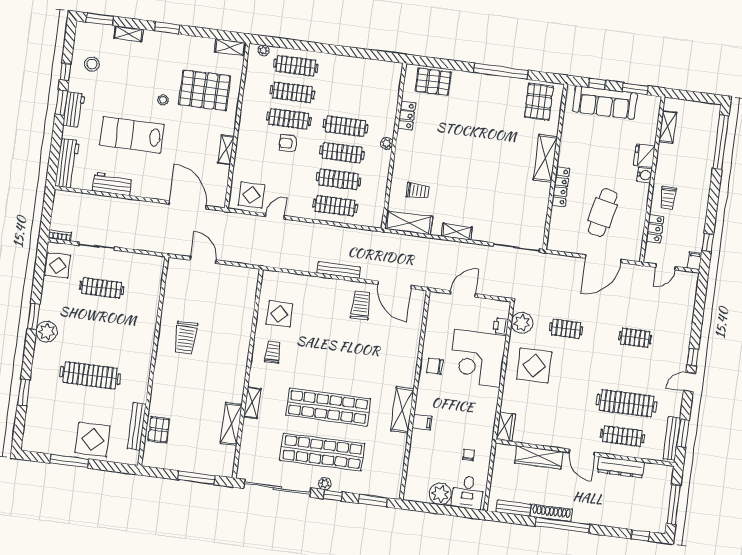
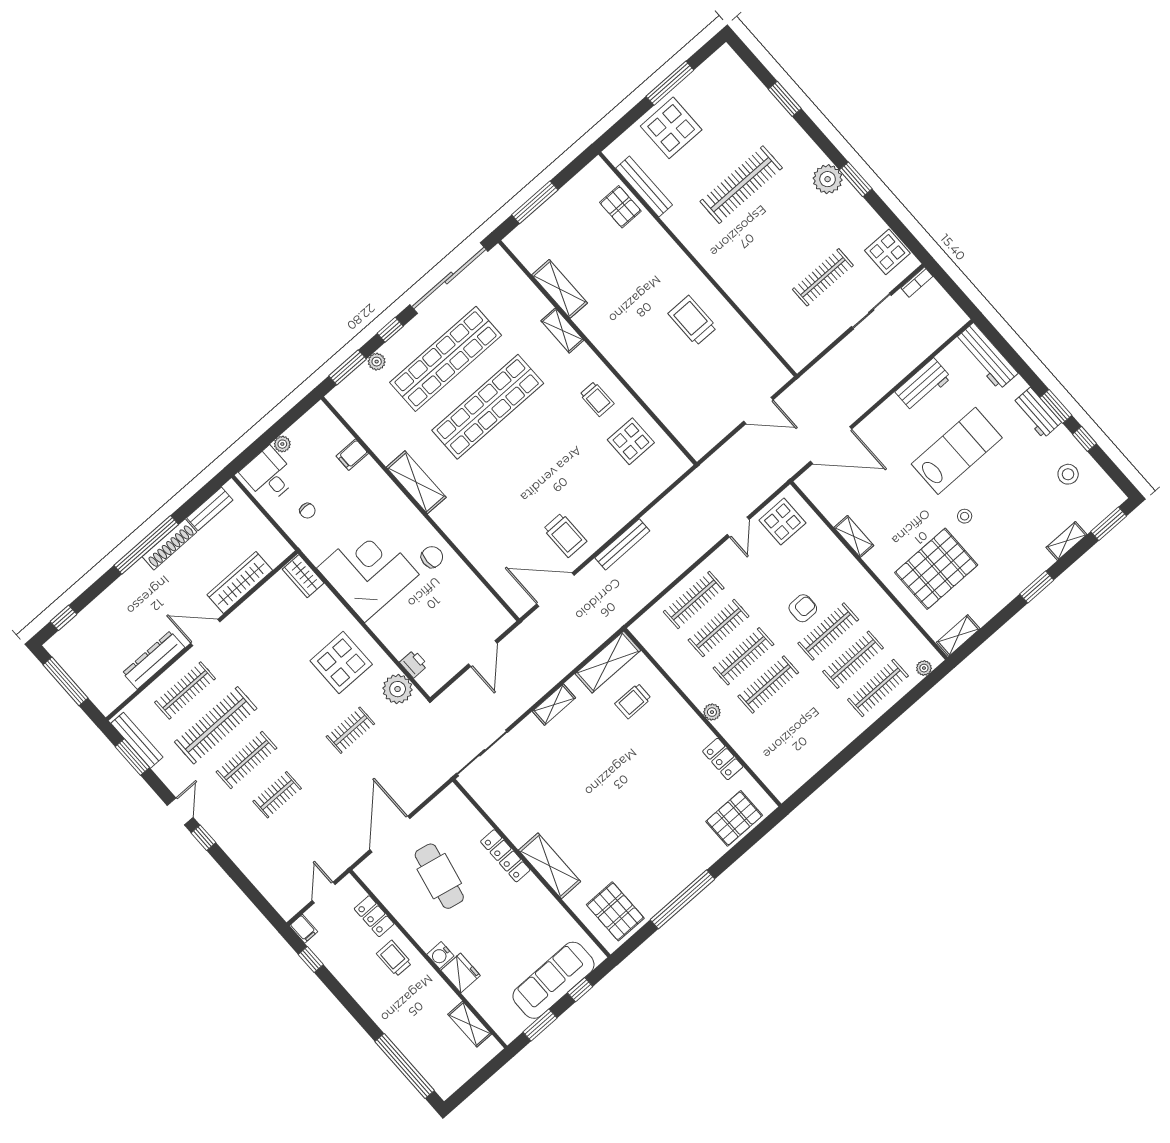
corner desk: (477, 358) -> (368, 571), moved
clothes rail: (631, 371) -> (246, 760), added
filing cabinet: (422, 422) -> (352, 455), moved
plant: (325, 484) -> (377, 362), moved
plant: (440, 494) -> (282, 444), width x0.53, depth x0.53

